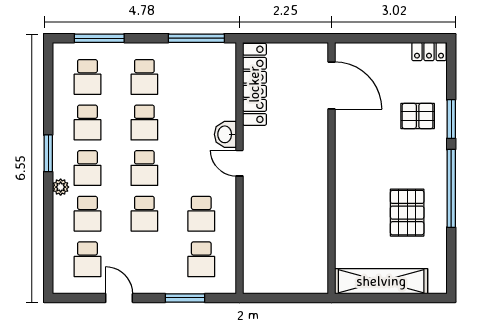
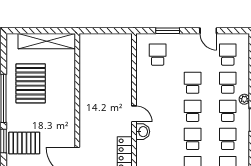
pallet: (418, 116) -> (24, 143), width x1.50, depth x1.42
pallet: (407, 213) -> (31, 83), width x1.37, depth x1.41
school desk: (201, 214) -> (158, 83), removed

